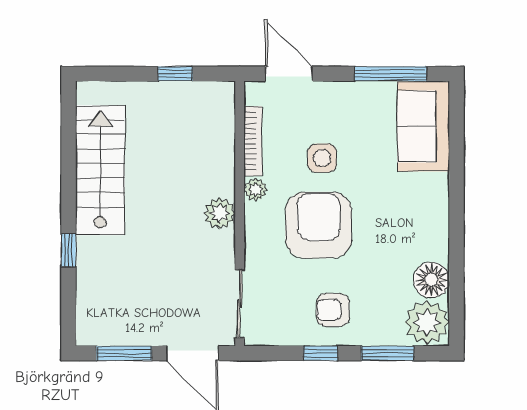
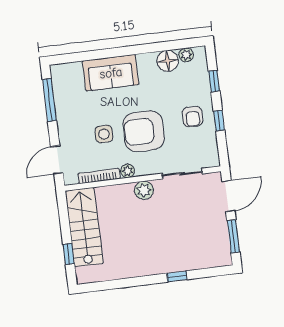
window: (175, 74) -> (69, 254), moved
sofa: (423, 127) -> (111, 73), moved
stairs: (100, 170) -> (84, 227), moved, turned 90
sliding door: (240, 304) -> (182, 174), moved
plant: (427, 322) -> (186, 55), width x0.53, depth x0.53
window: (388, 353) -> (214, 81), width x0.67

